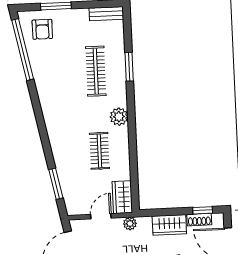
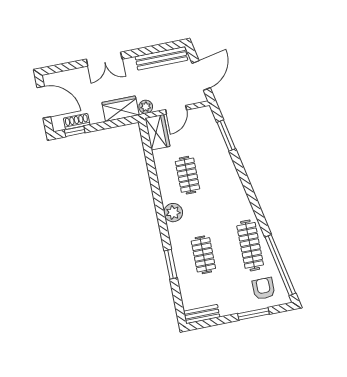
clothes rail: (96, 71) -> (203, 255), width x0.73
clothes rail: (49, 73) -> (250, 245), added
wardrobe: (169, 225) -> (120, 109), moved

